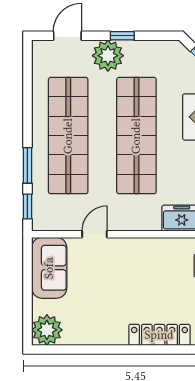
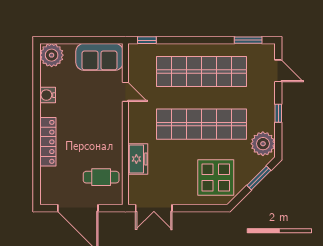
plant: (108, 56) -> (263, 144), moved
window: (27, 165) -> (248, 40), moved
water cooler: (99, 335) -> (48, 95), added

